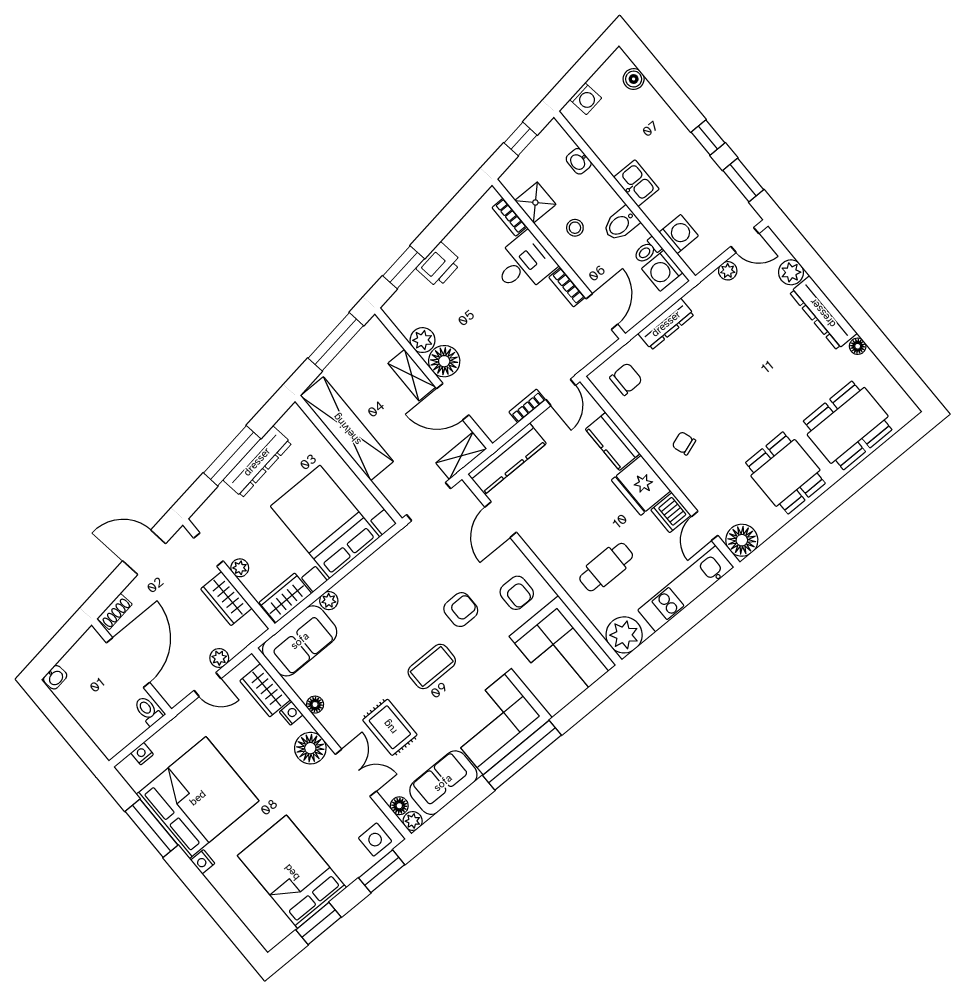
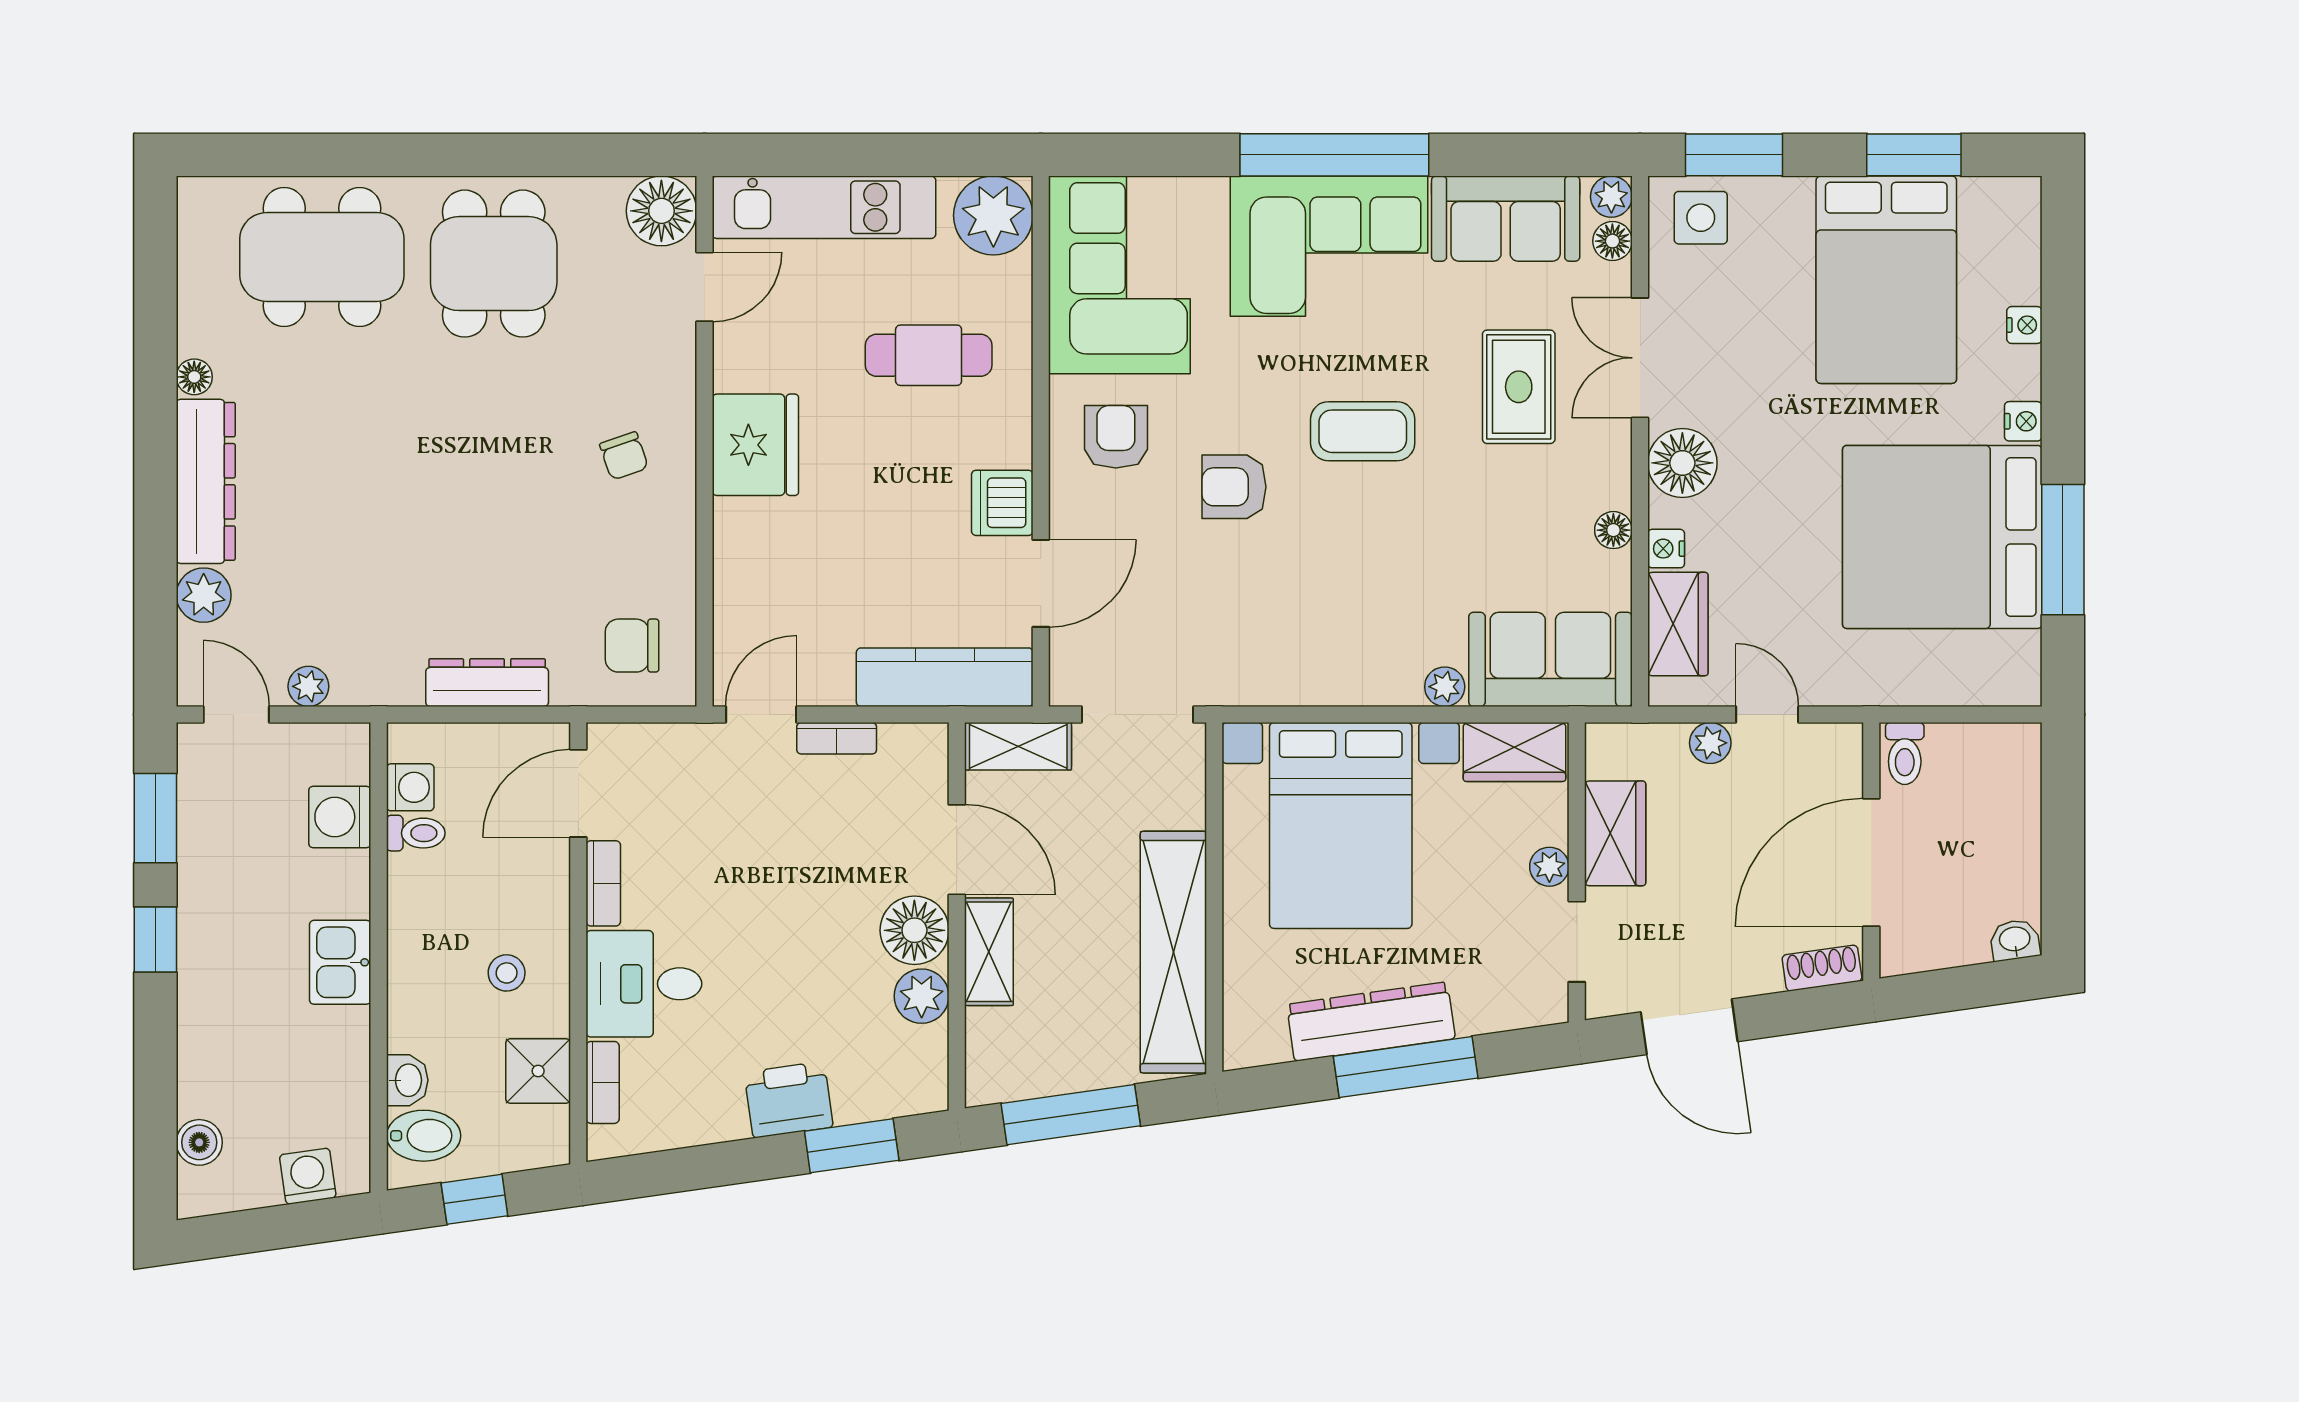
bidet: (621, 224) -> (424, 1136), moved
washing machine: (662, 271) -> (410, 787), width x0.73, depth x0.73
kitchen counter: (613, 441) -> (742, 559), removed
dishwasher: (671, 513) -> (1002, 503), moved, turned 180
nightstand: (142, 754) -> (2024, 325), moved, turned -90

